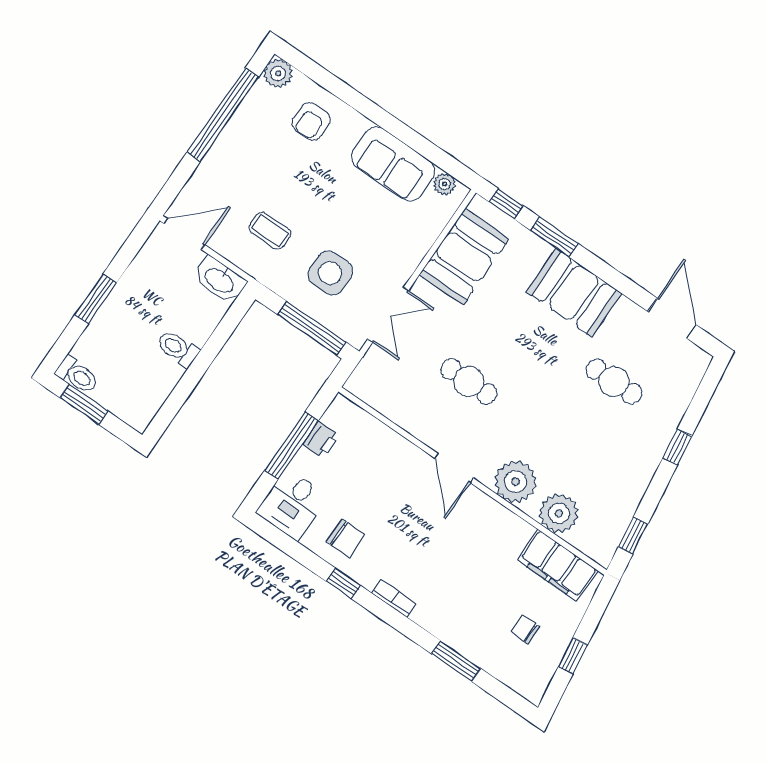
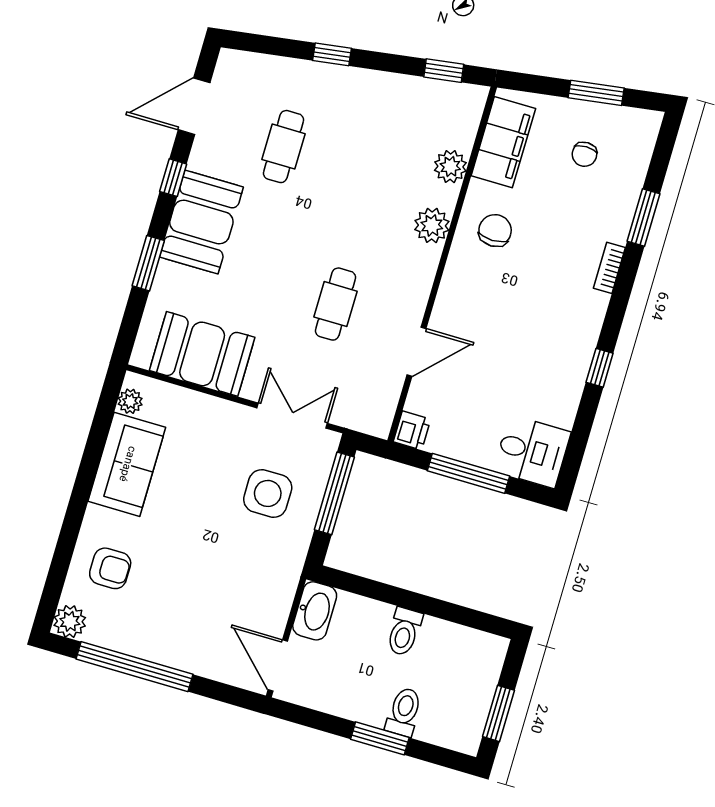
window: (506, 204) -> (173, 178), moved
coffee table: (270, 231) -> (243, 574), removed
toilet: (77, 375) -> (404, 712), moved
printer: (321, 440) -> (412, 430), moved, turned 90
door: (454, 468) -> (416, 352), moved
plant: (516, 482) -> (432, 225), width x0.73, depth x0.73
plant: (559, 513) -> (450, 167), width x0.73, depth x0.73
chair: (346, 538) -> (495, 230), moved
bookcase: (394, 598) -> (609, 268), moved
window: (573, 656) -> (596, 93), width x1.50

